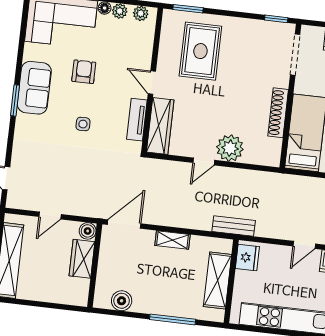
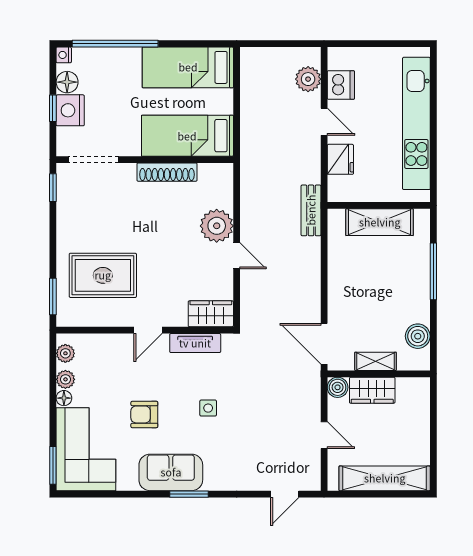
wardrobe: (160, 126) -> (211, 314), width x0.67
shelving: (173, 240) -> (376, 361), moved, turned 90
fridge: (247, 258) -> (340, 159), moved, turned 90

